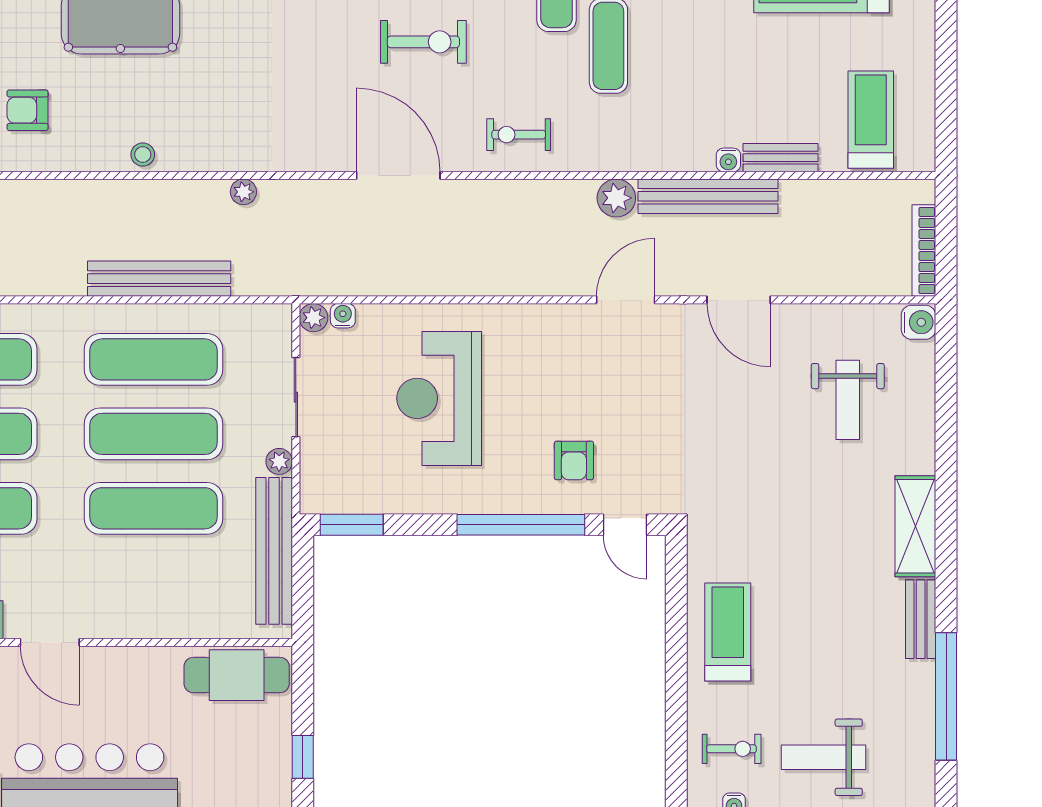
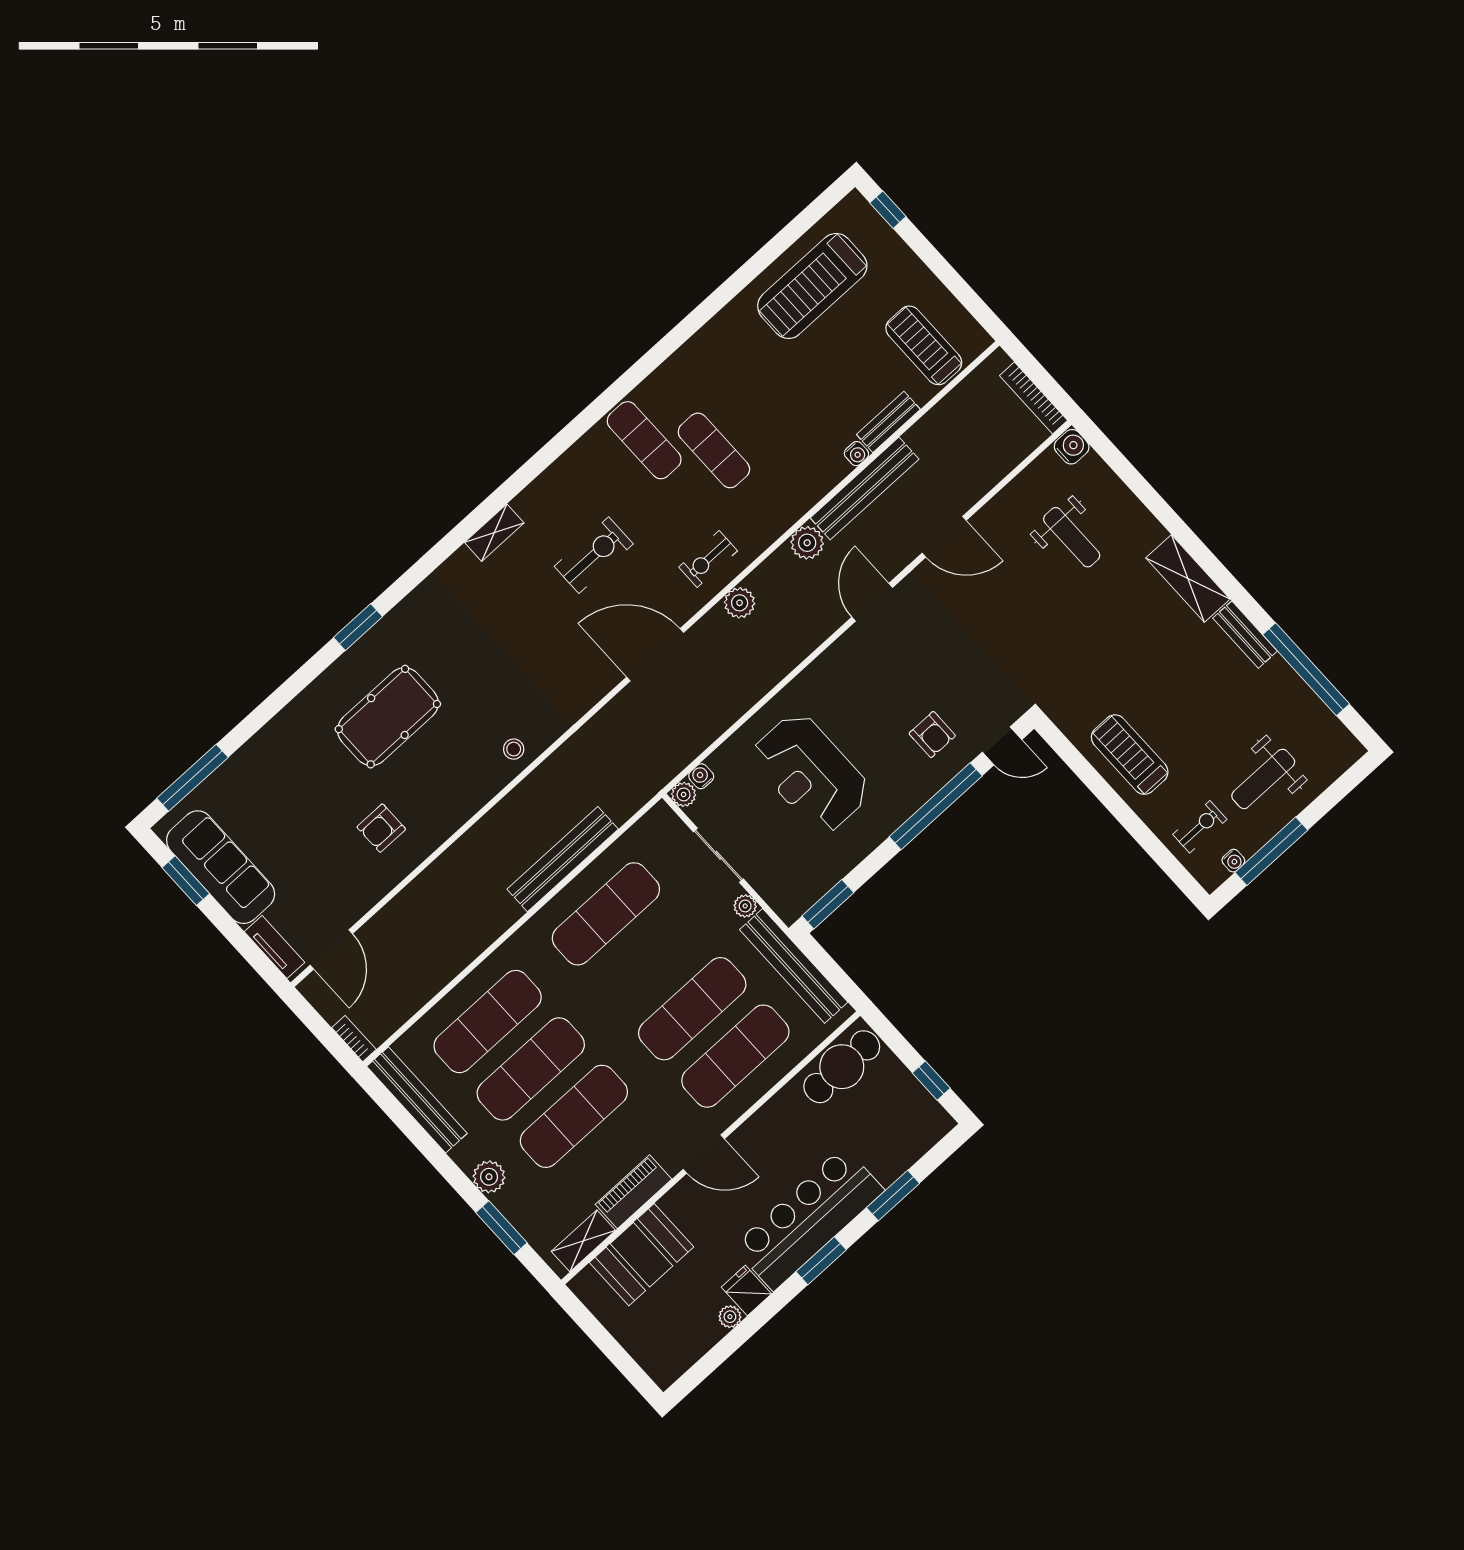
stool: (143, 154) -> (514, 749), moved
plant: (243, 192) -> (740, 603), moved, width x1.38, depth x1.38
exercise mat: (153, 434) -> (735, 1056), moved

